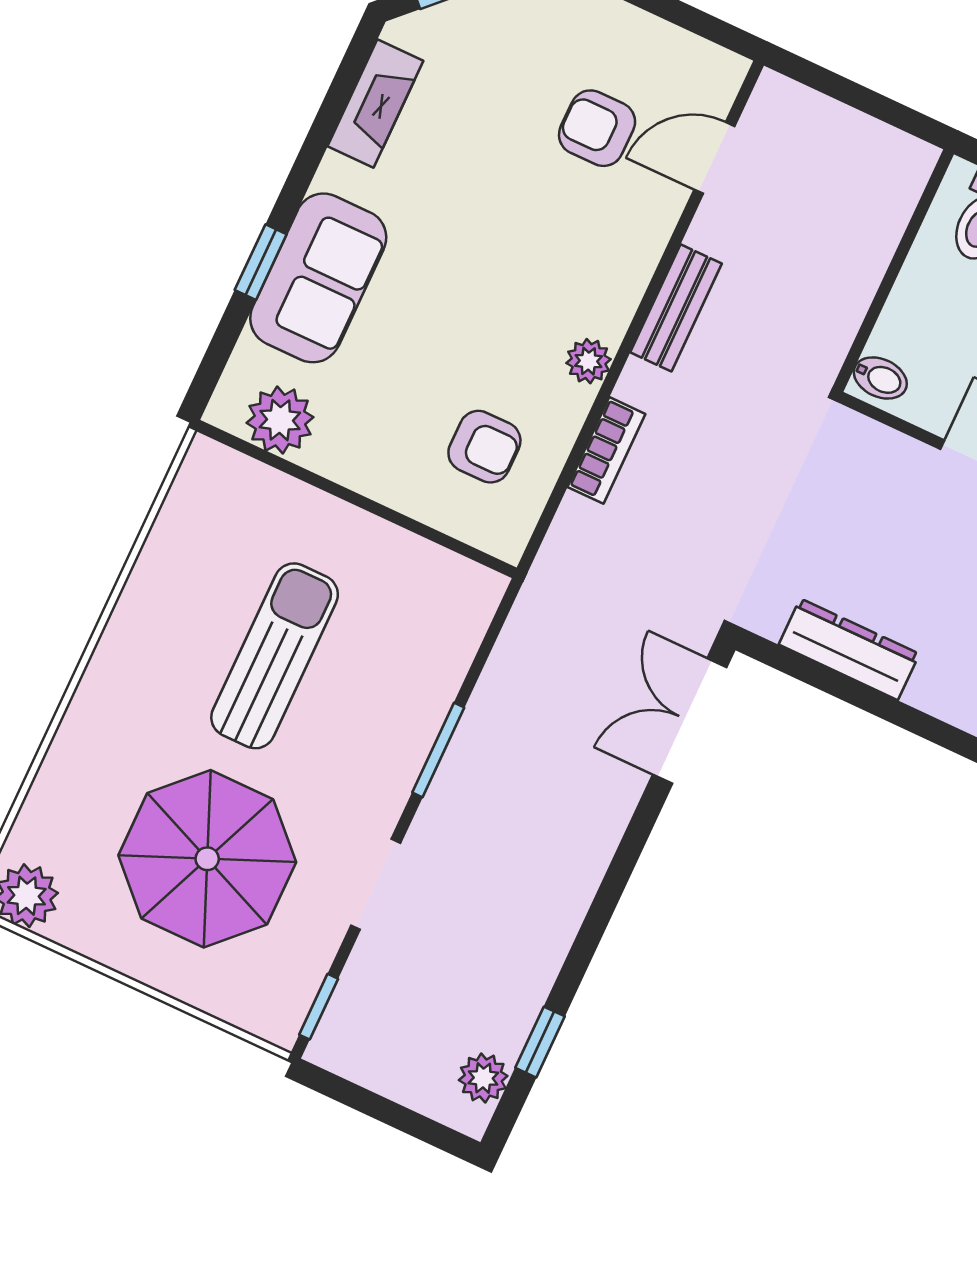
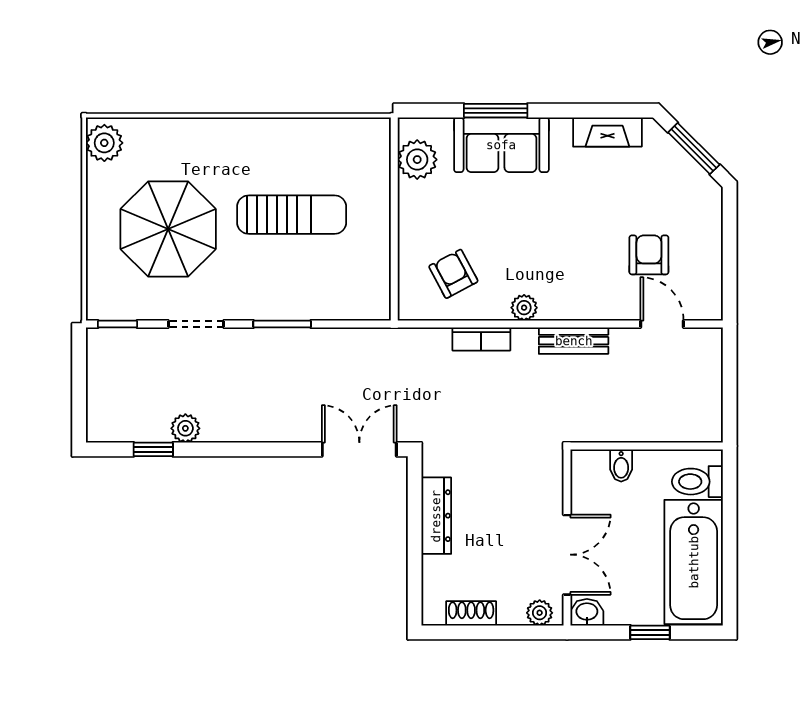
window: (261, 262) -> (496, 111), width x1.50
bidet: (880, 378) -> (621, 466), moved
armchair: (484, 447) -> (453, 274), turned 152
plant: (483, 1078) -> (185, 428), moved

